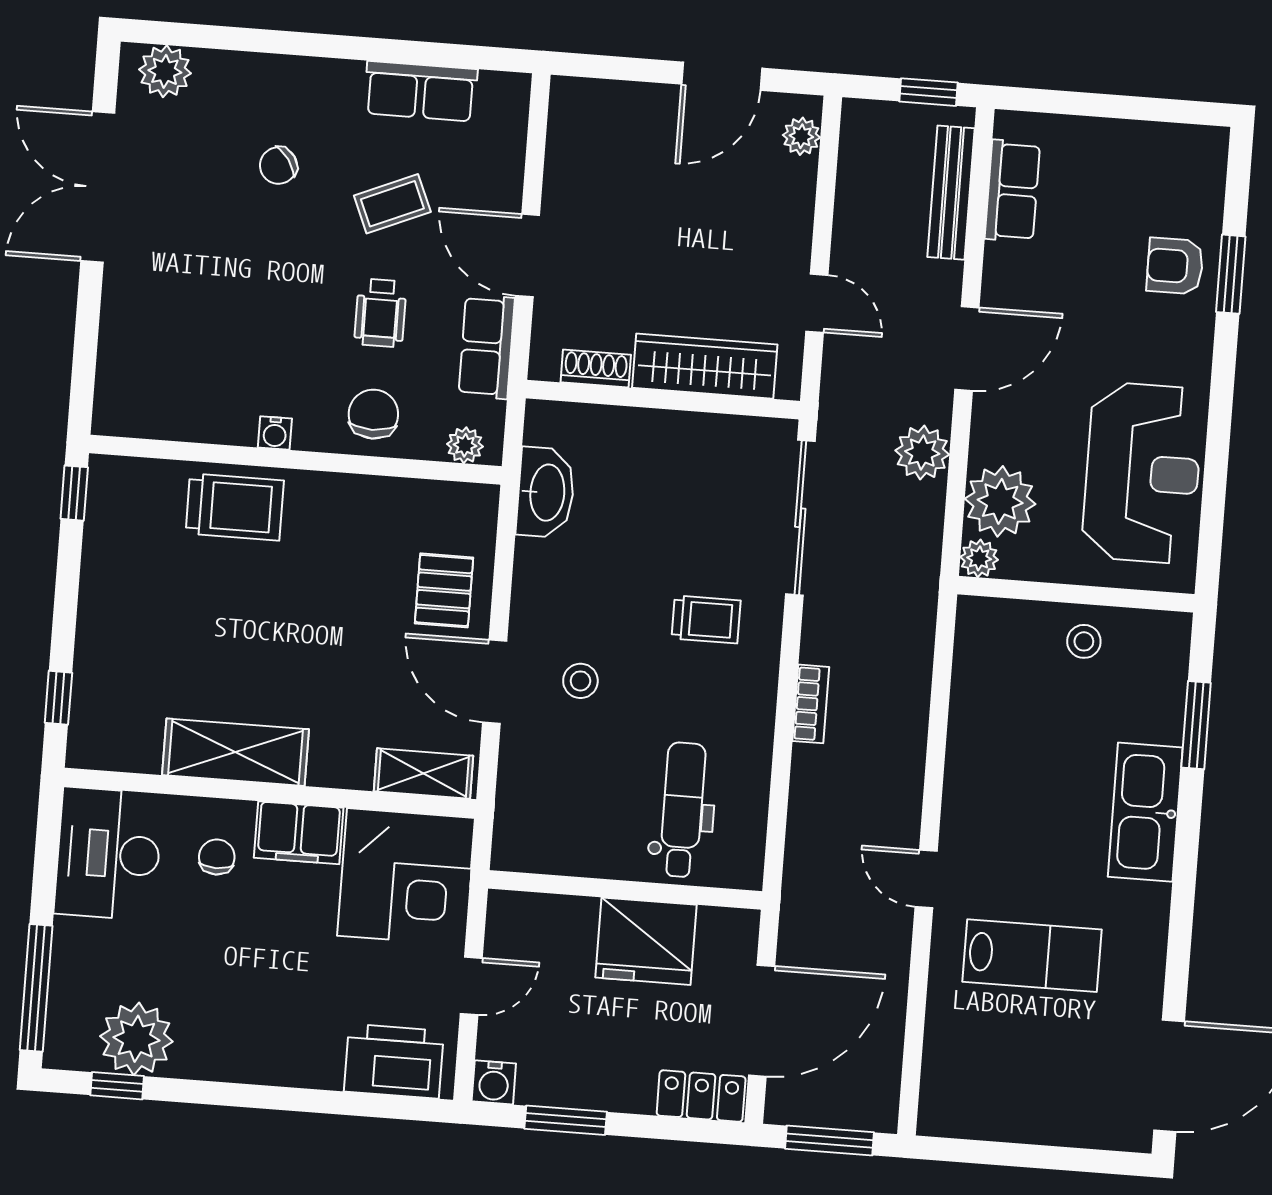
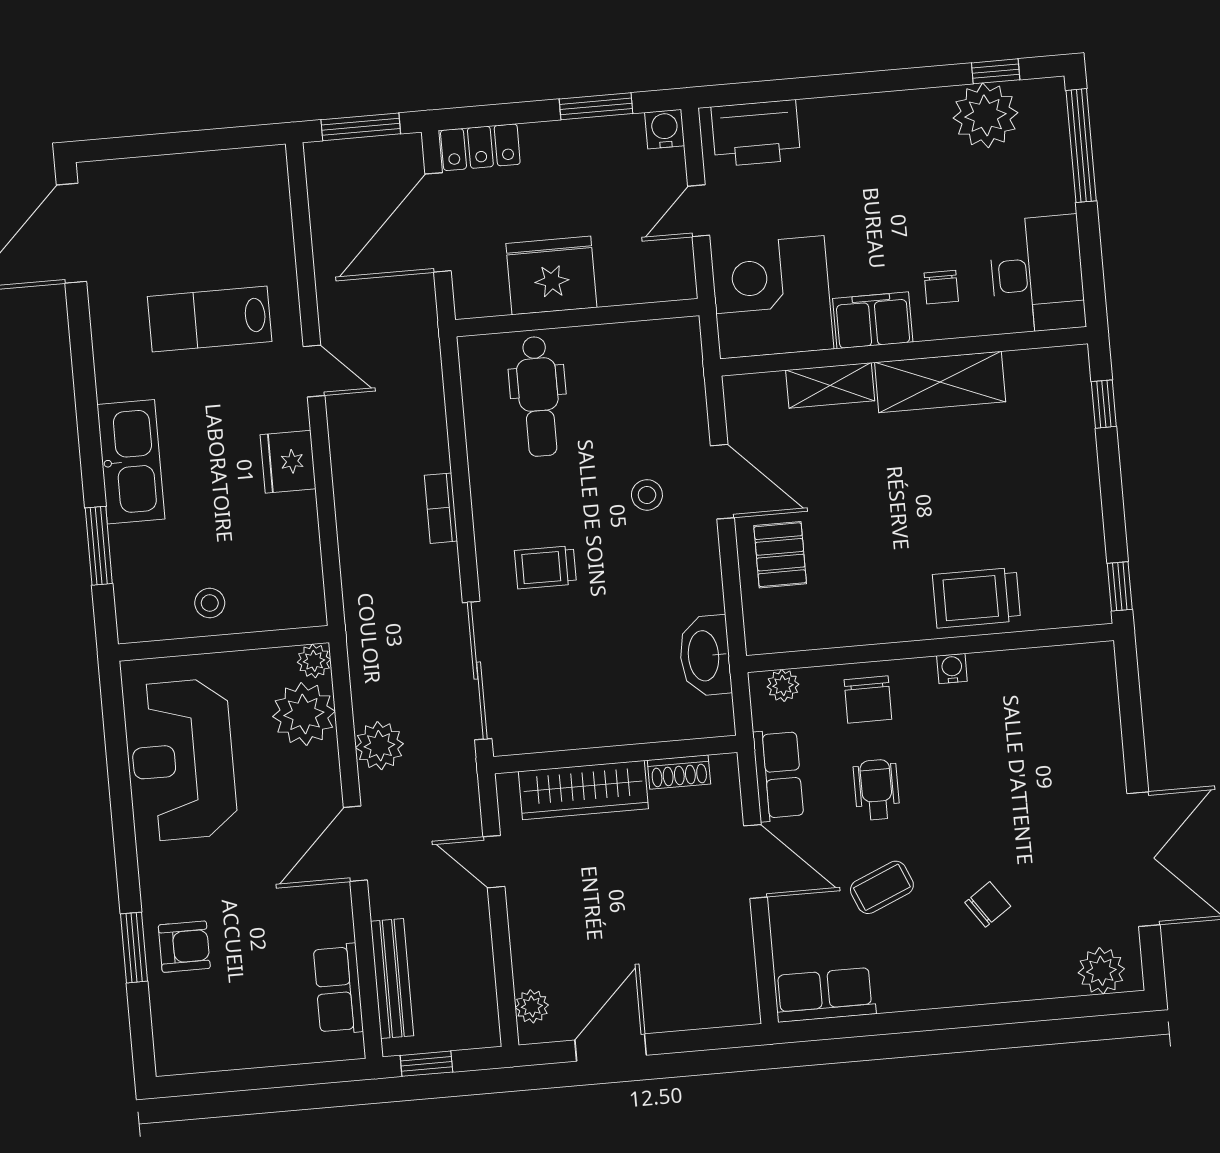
row of seats: (421, 91) -> (825, 995), moved
shelving: (423, 774) -> (830, 385), moved
fridge: (971, 783) -> (288, 462), added

